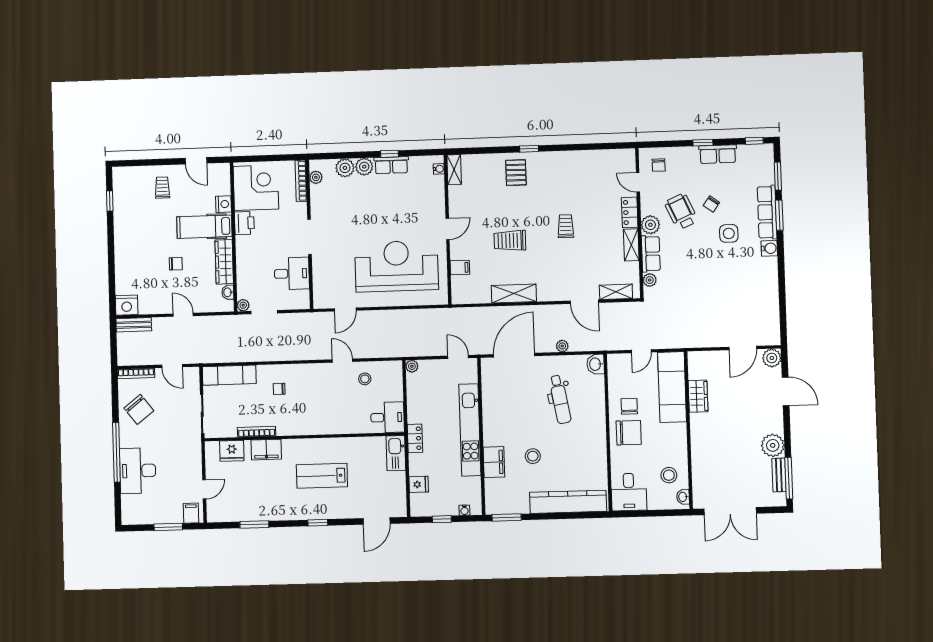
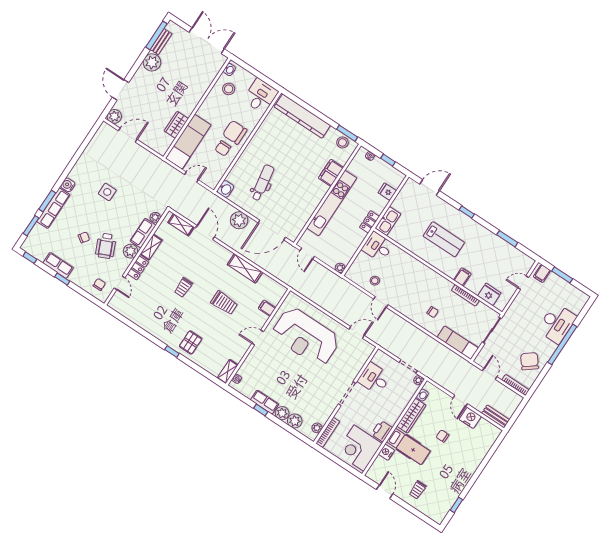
side table: (729, 233) -> (107, 192), moved
nightstand: (127, 305) -> (470, 418), moved
plant: (562, 346) -> (239, 220), width x1.88, depth x1.88
filing cabinet: (266, 450) -> (462, 277), width x0.50
stool: (533, 456) -> (342, 142), moved

